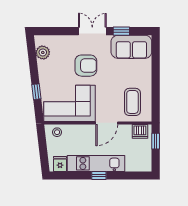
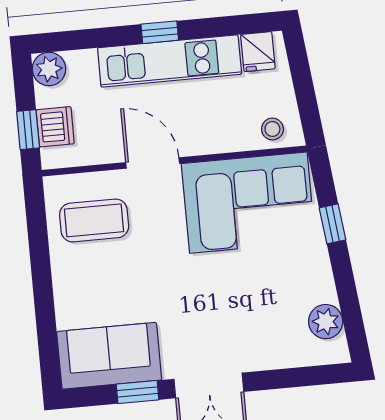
armchair: (86, 66) -> (217, 299), removed
coffee table: (132, 102) -> (94, 220), turned 90
door: (107, 123) -> (153, 163), hinge flipped
dishwasher: (140, 131) -> (55, 127), moved, turned 90
plant: (145, 165) -> (49, 69), added

